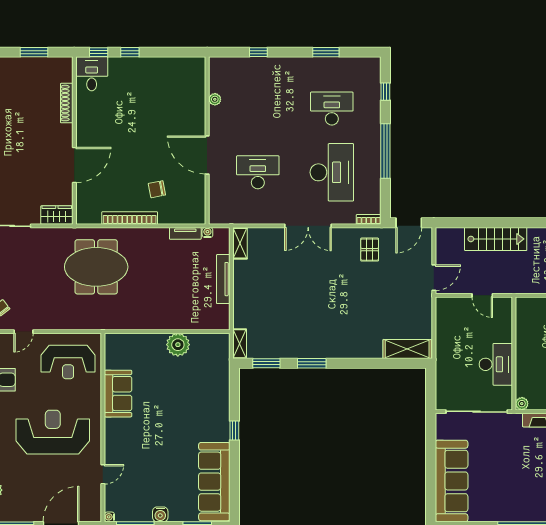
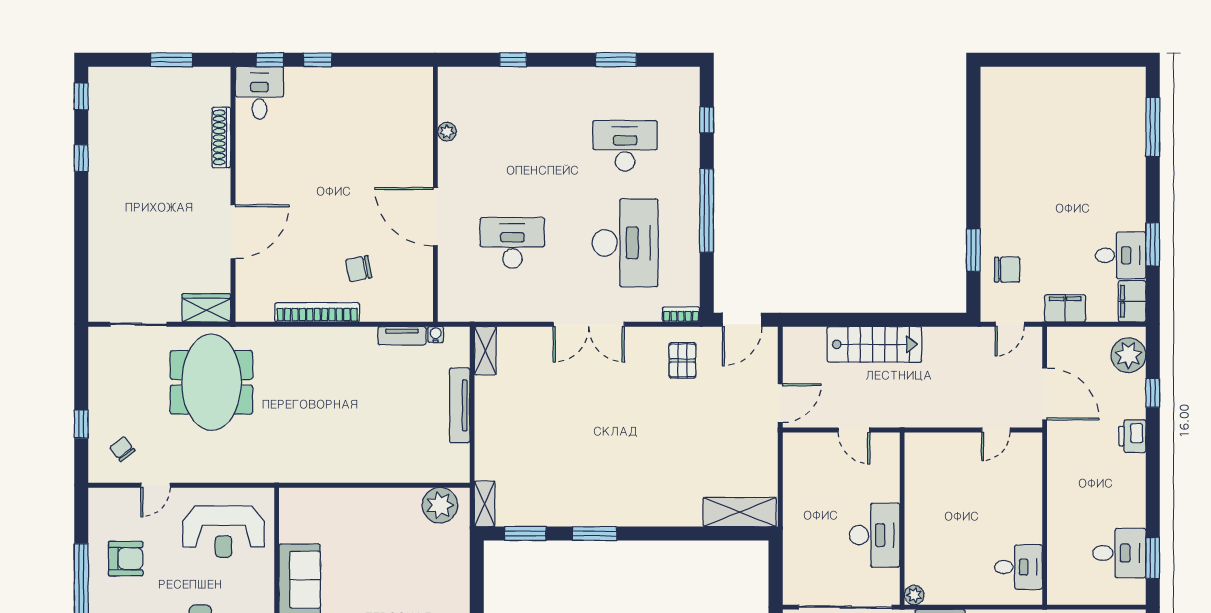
meeting table: (96, 267) -> (211, 382), moved, turned 90
plant: (178, 345) -> (440, 505), moved

